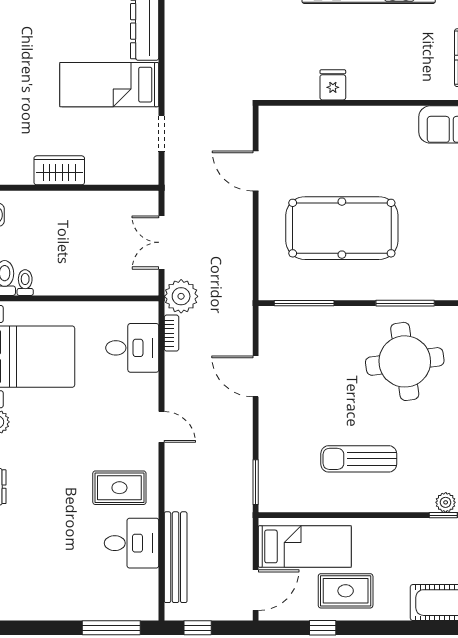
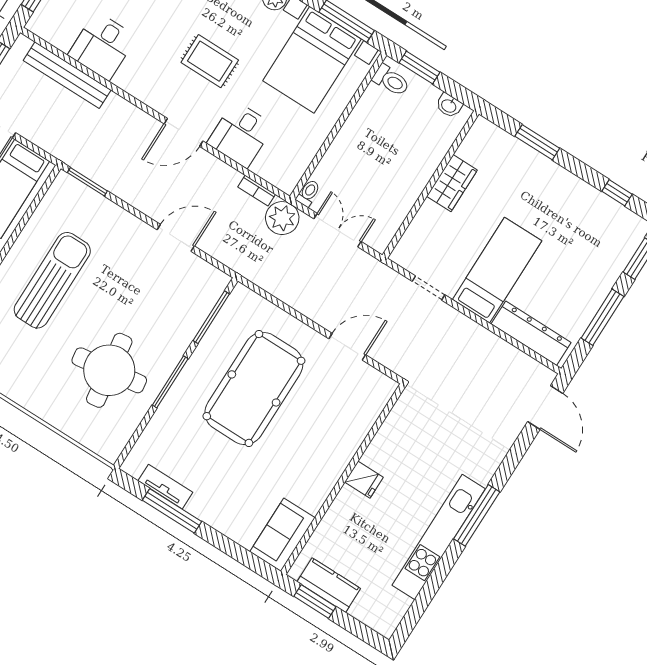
fridge: (333, 85) -> (364, 480), moved
toilet: (25, 283) -> (308, 193), moved, turned -90
window: (405, 303) -> (170, 382), moved
desk: (132, 348) -> (240, 134), moved
door: (161, 427) -> (183, 132), width x1.38
sun lounger: (359, 459) -> (52, 280), width x1.36, depth x1.34
rug: (119, 488) -> (210, 61), moved, turned 90

